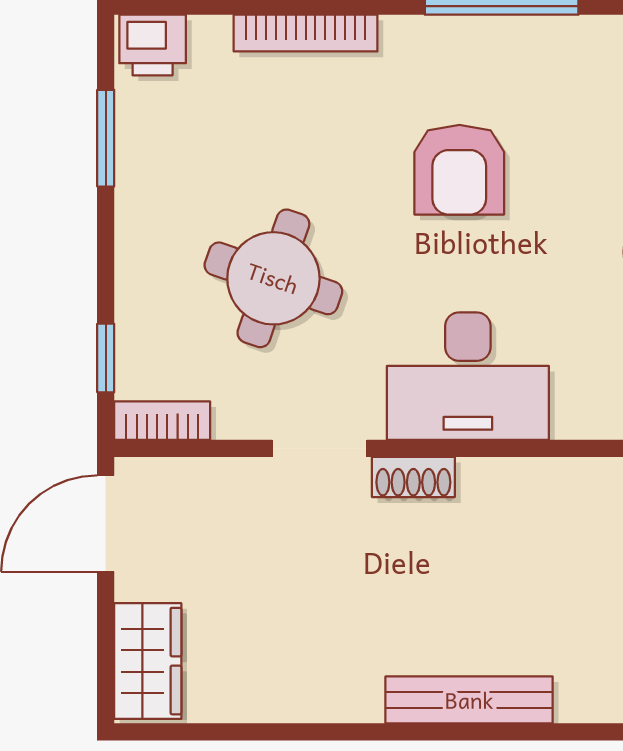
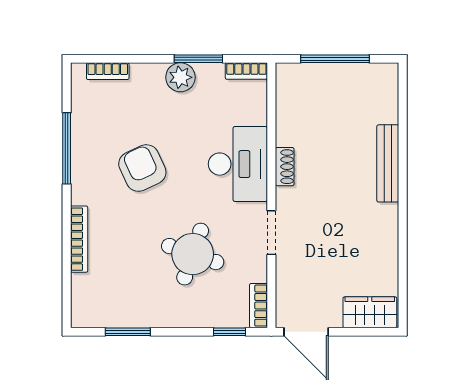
printer: (153, 45) -> (85, 310), removed
armchair: (459, 170) -> (142, 168), turned -115
shoe rack: (413, 477) -> (285, 167), moved

